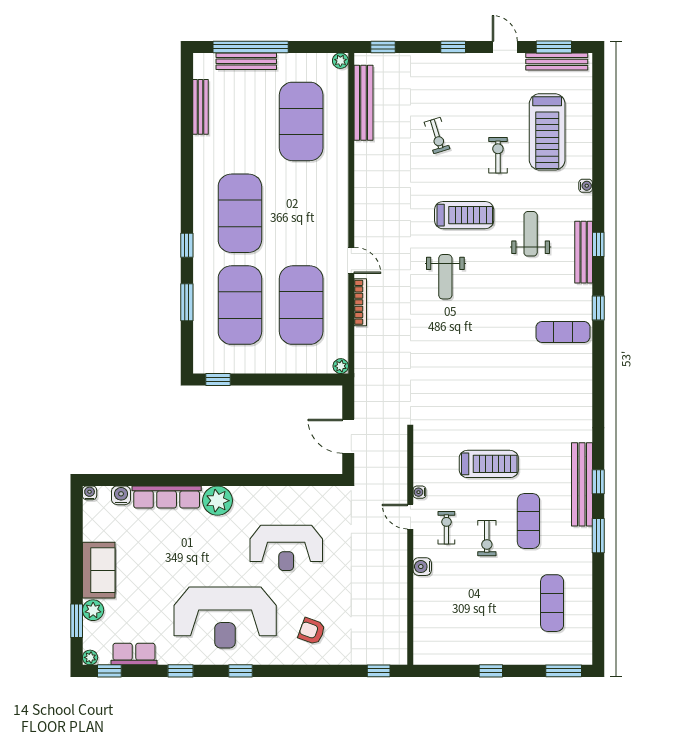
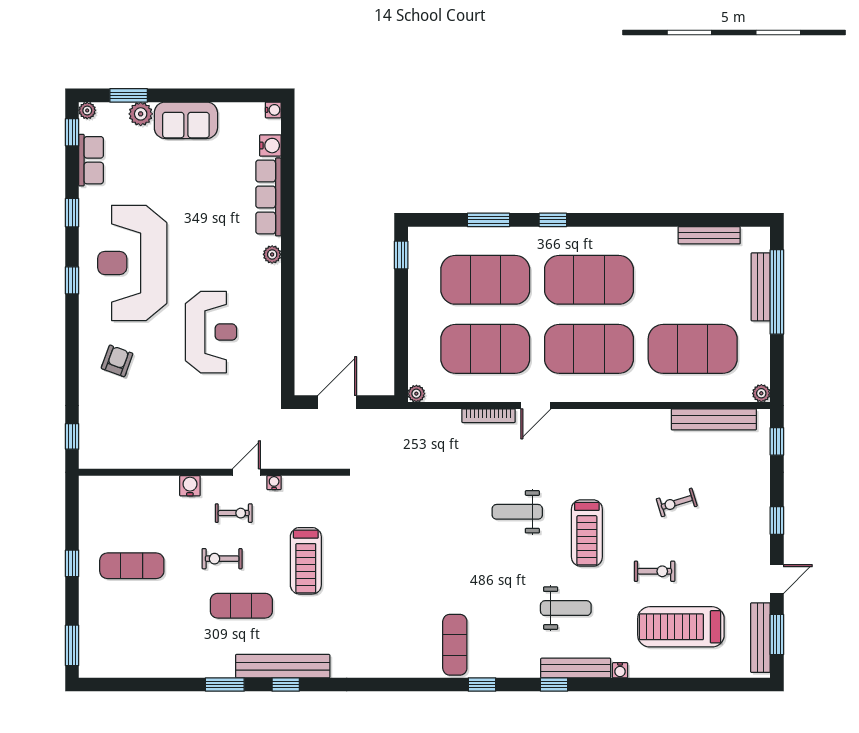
exercise mat: (301, 213) -> (589, 349), added
bench: (584, 252) -> (576, 668), moved
plant: (217, 501) -> (272, 254), width x0.53, depth x0.53
reception desk: (286, 548) -> (211, 332), turned 180
exercise mat: (552, 603) -> (132, 566), moved

